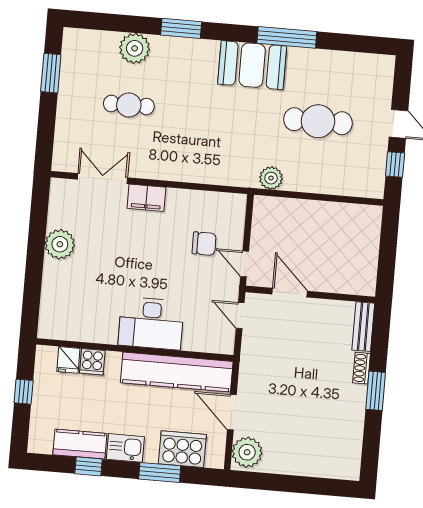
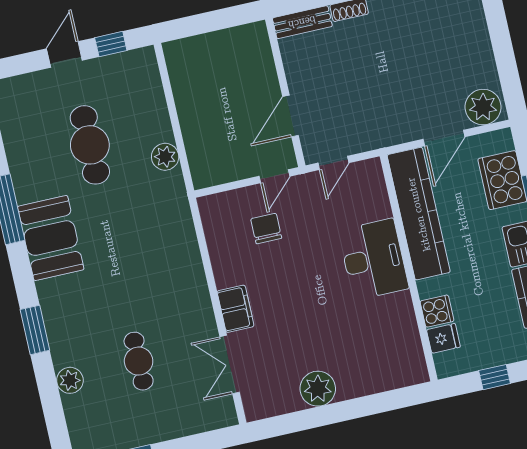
plant: (135, 48) -> (70, 380), width x0.73, depth x0.73
plant: (271, 178) -> (165, 157), moved

